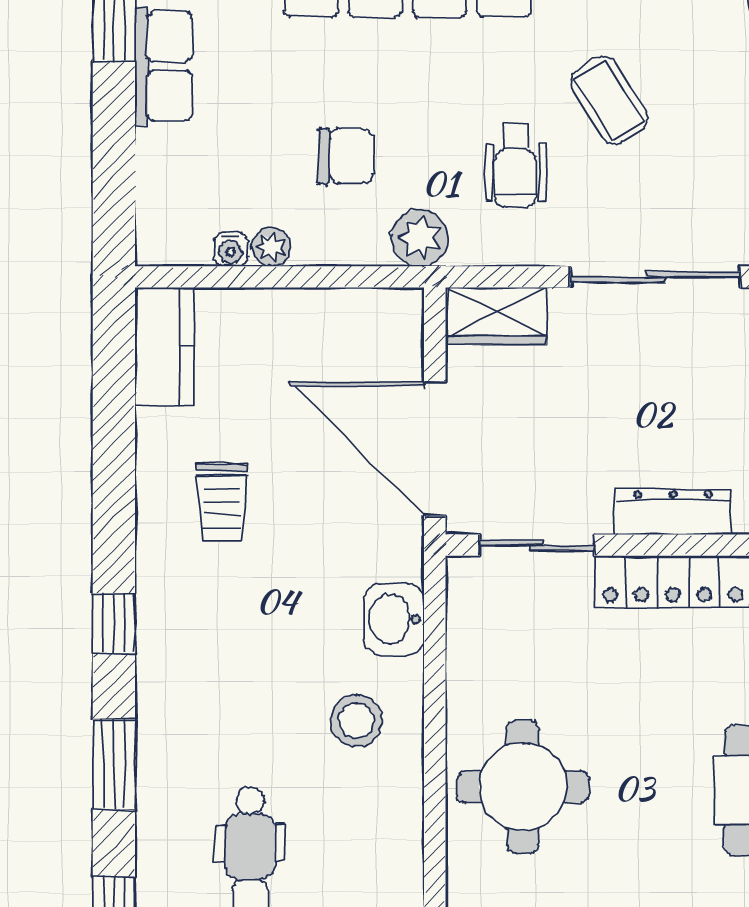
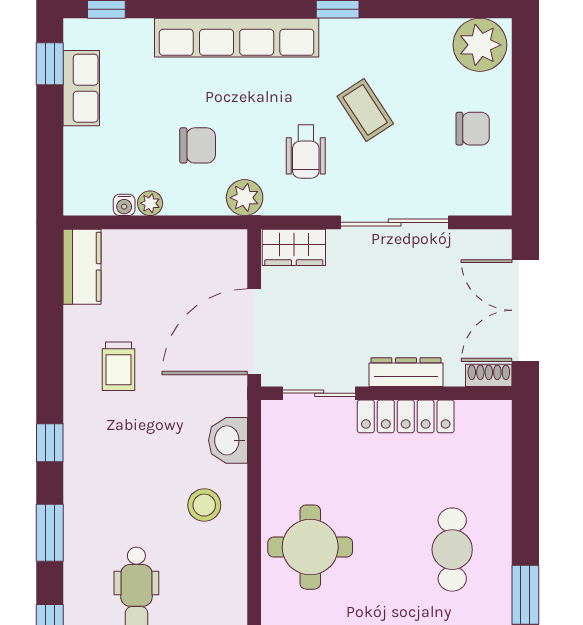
door: (435, 449) -> (254, 332), hinge flipped

